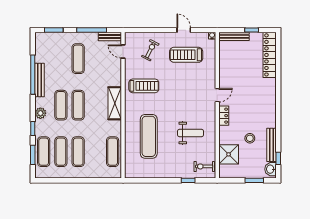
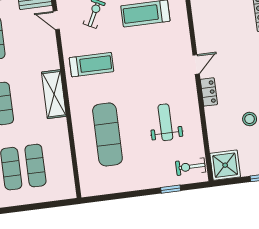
weight bench: (190, 133) -> (165, 122), turned -90
exercise mat: (113, 152) -> (35, 166), moved
shower: (229, 154) -> (225, 165), moved

